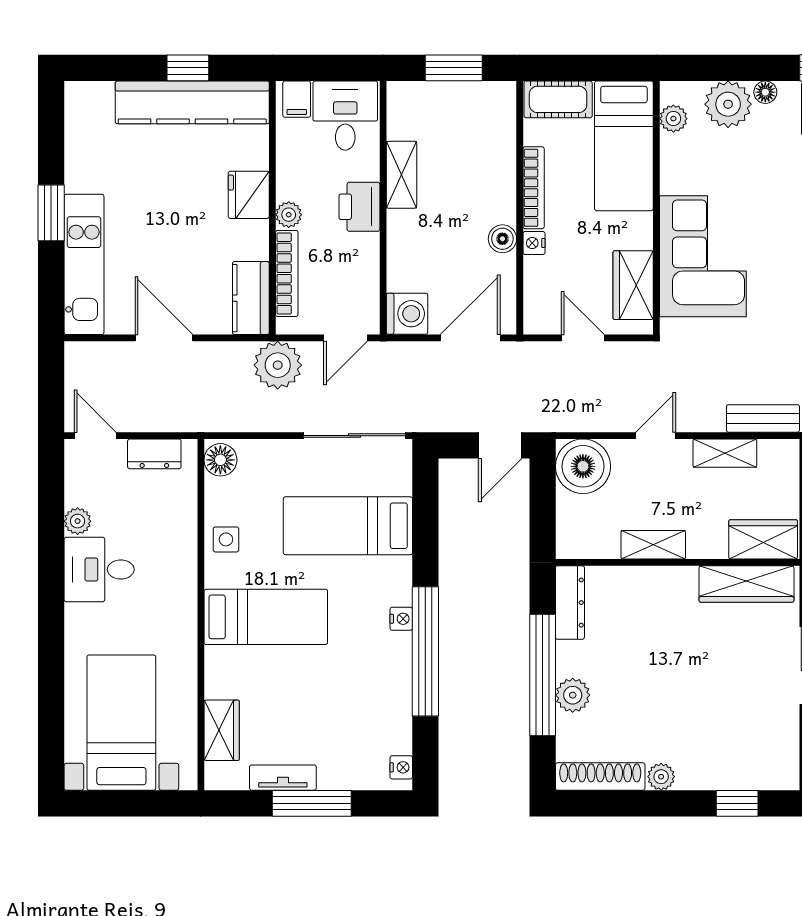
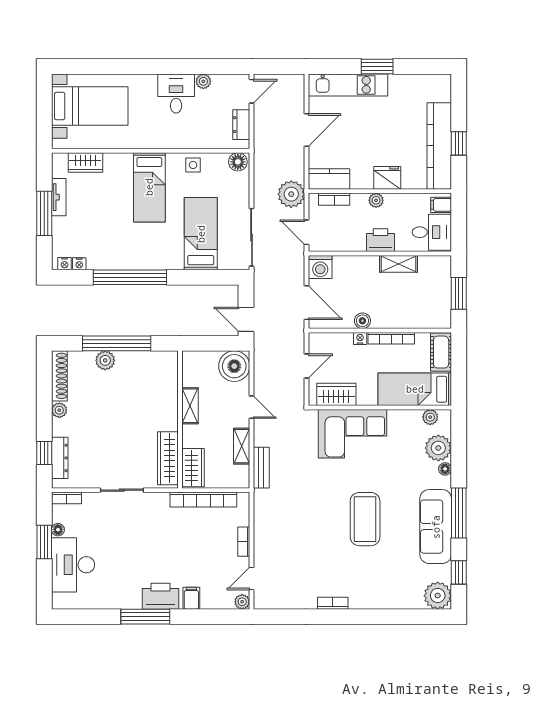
bookcase: (287, 273) -> (334, 199), width x0.64
dresser: (570, 603) -> (60, 458), moved, turned -90
nightstand: (401, 619) -> (79, 264), moved

